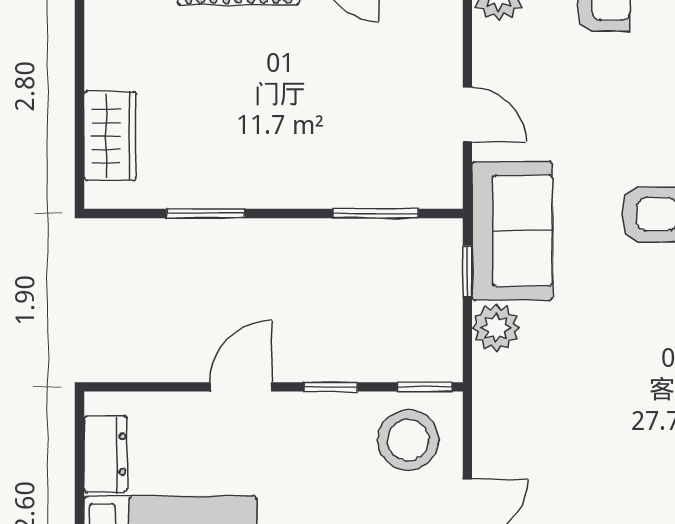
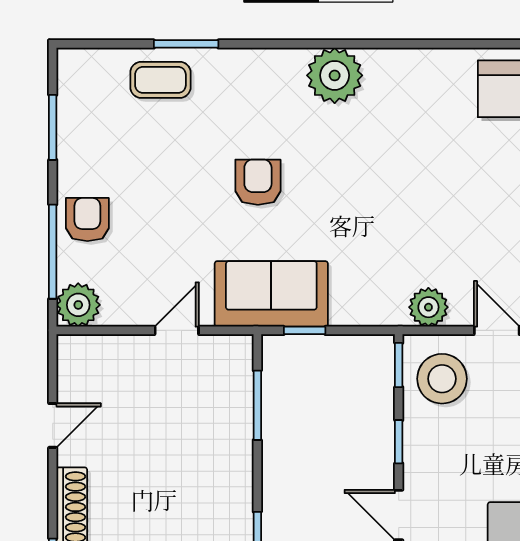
plant: (496, 328) -> (428, 307), moved

